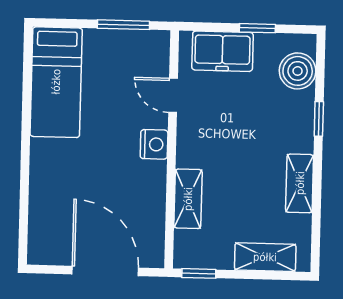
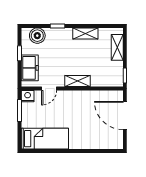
nightstand: (154, 144) -> (28, 96), moved
shelving: (188, 199) -> (77, 81), moved
door: (105, 271) -> (125, 116), hinge flipped

